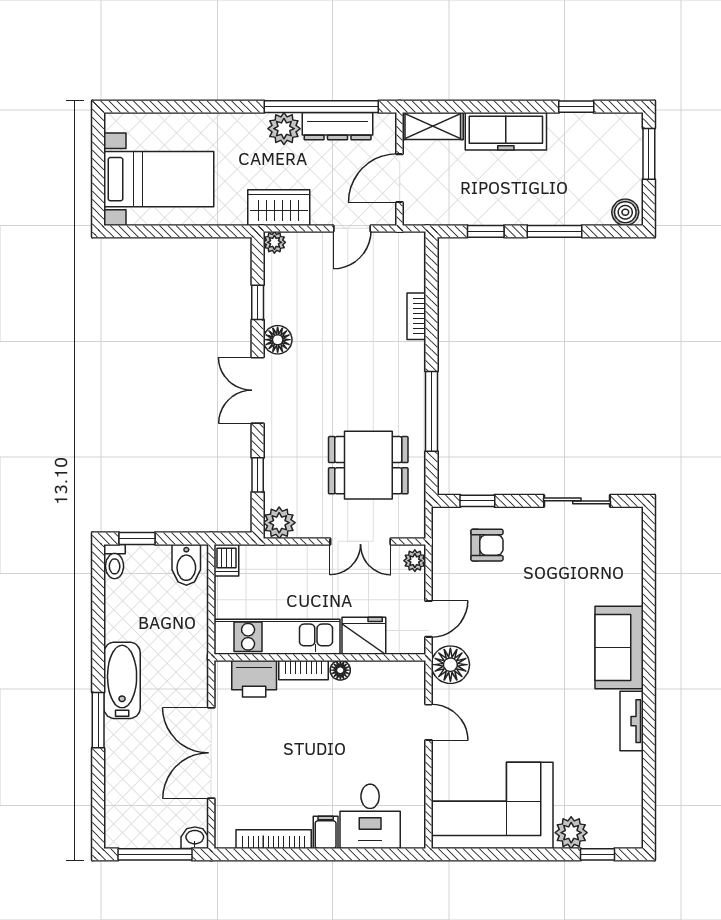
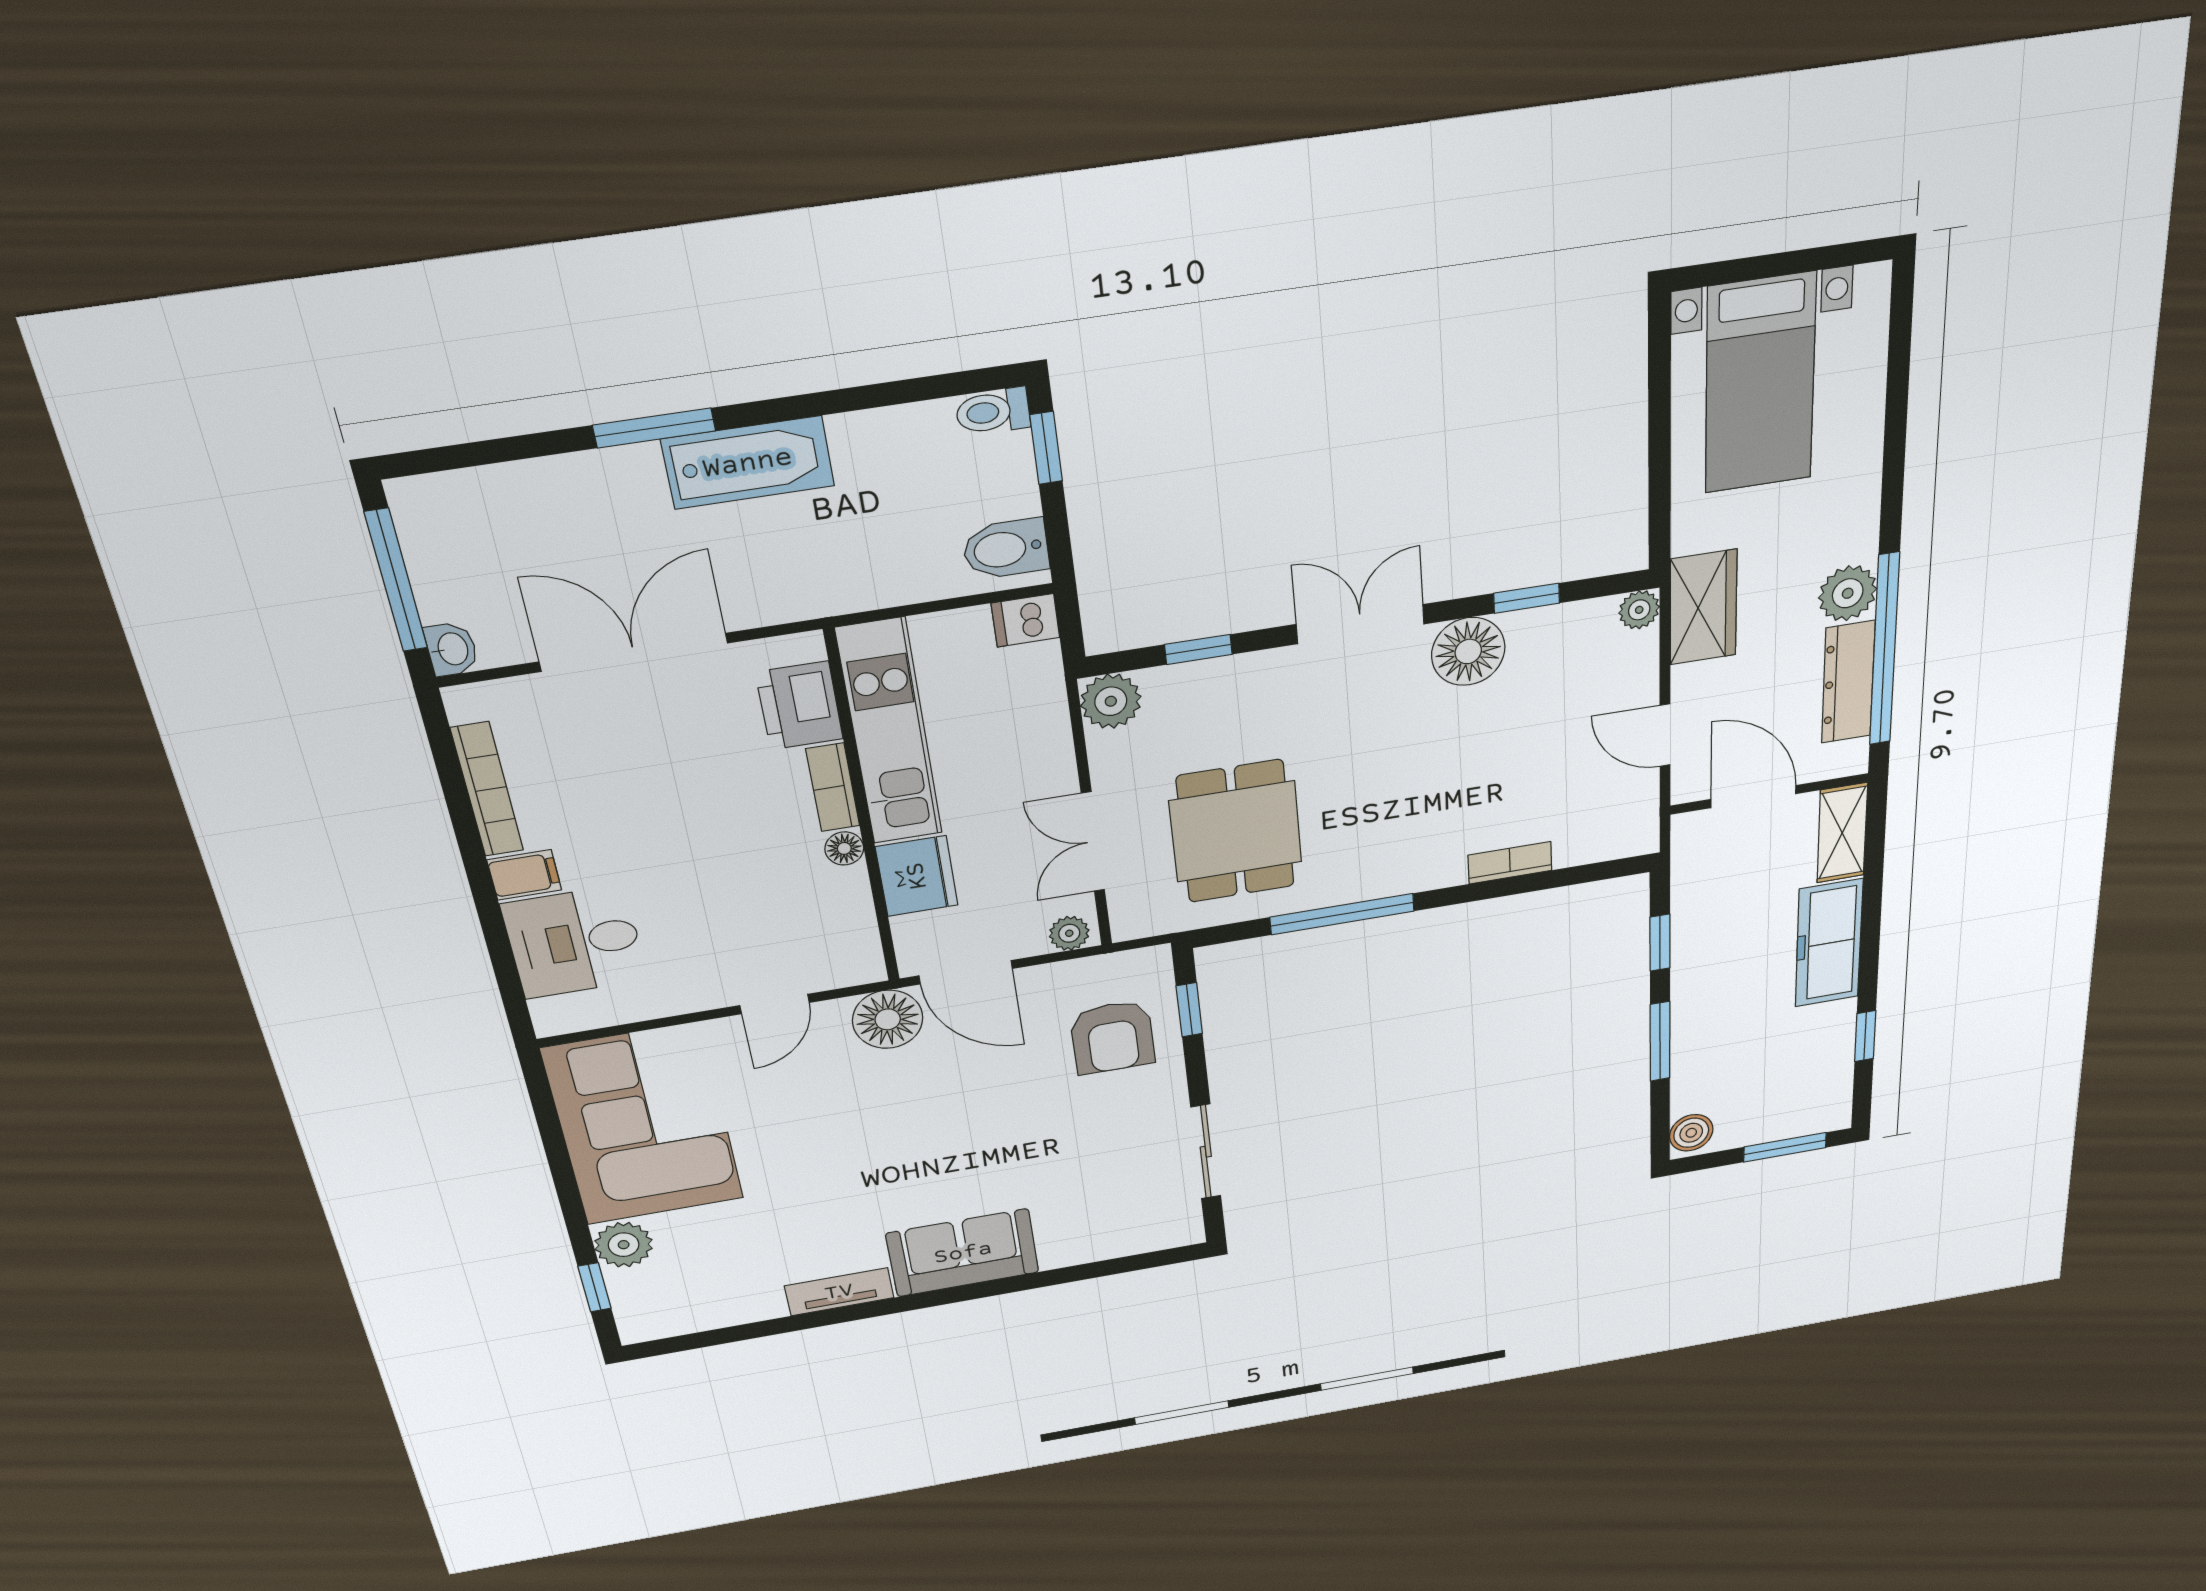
floor lamp: (278, 340) -> (1468, 651), width x1.38, depth x1.38
armchair: (487, 545) -> (1112, 1037), width x1.38, depth x1.38
door: (429, 619) -> (966, 972), width x1.38

